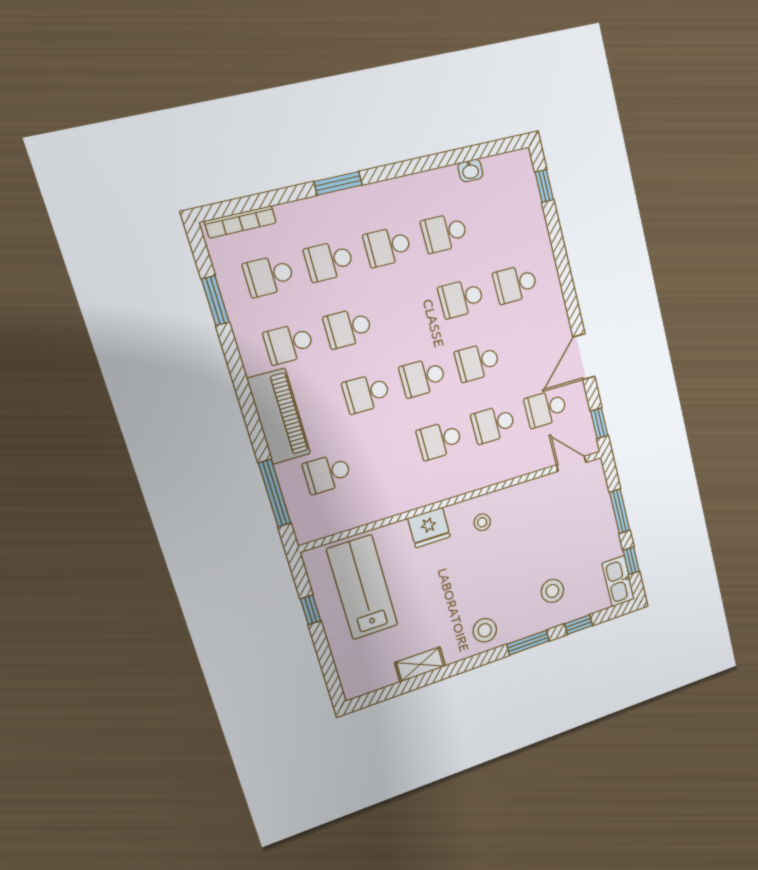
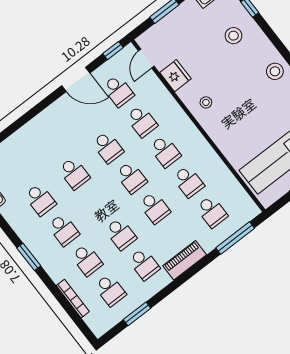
window: (338, 183) -> (29, 257), moved
bookcase: (240, 222) -> (73, 299), moved
school desk: (515, 284) -> (188, 182), moved
piano: (279, 416) -> (185, 260), width x0.73, depth x0.75
fridge: (429, 528) -> (175, 76), moved
window: (528, 643) -> (273, 38), removed

